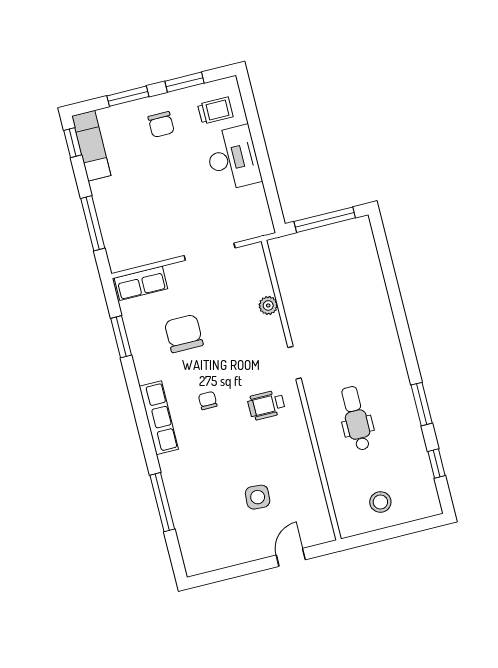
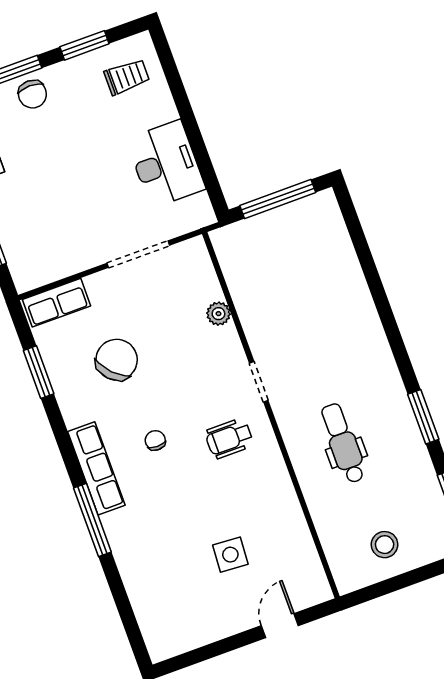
chair: (161, 124) -> (32, 94), moved
desk: (233, 158) -> (166, 164), moved
chair: (184, 333) -> (117, 360), turned 46
window: (162, 502) -> (92, 520), moved

